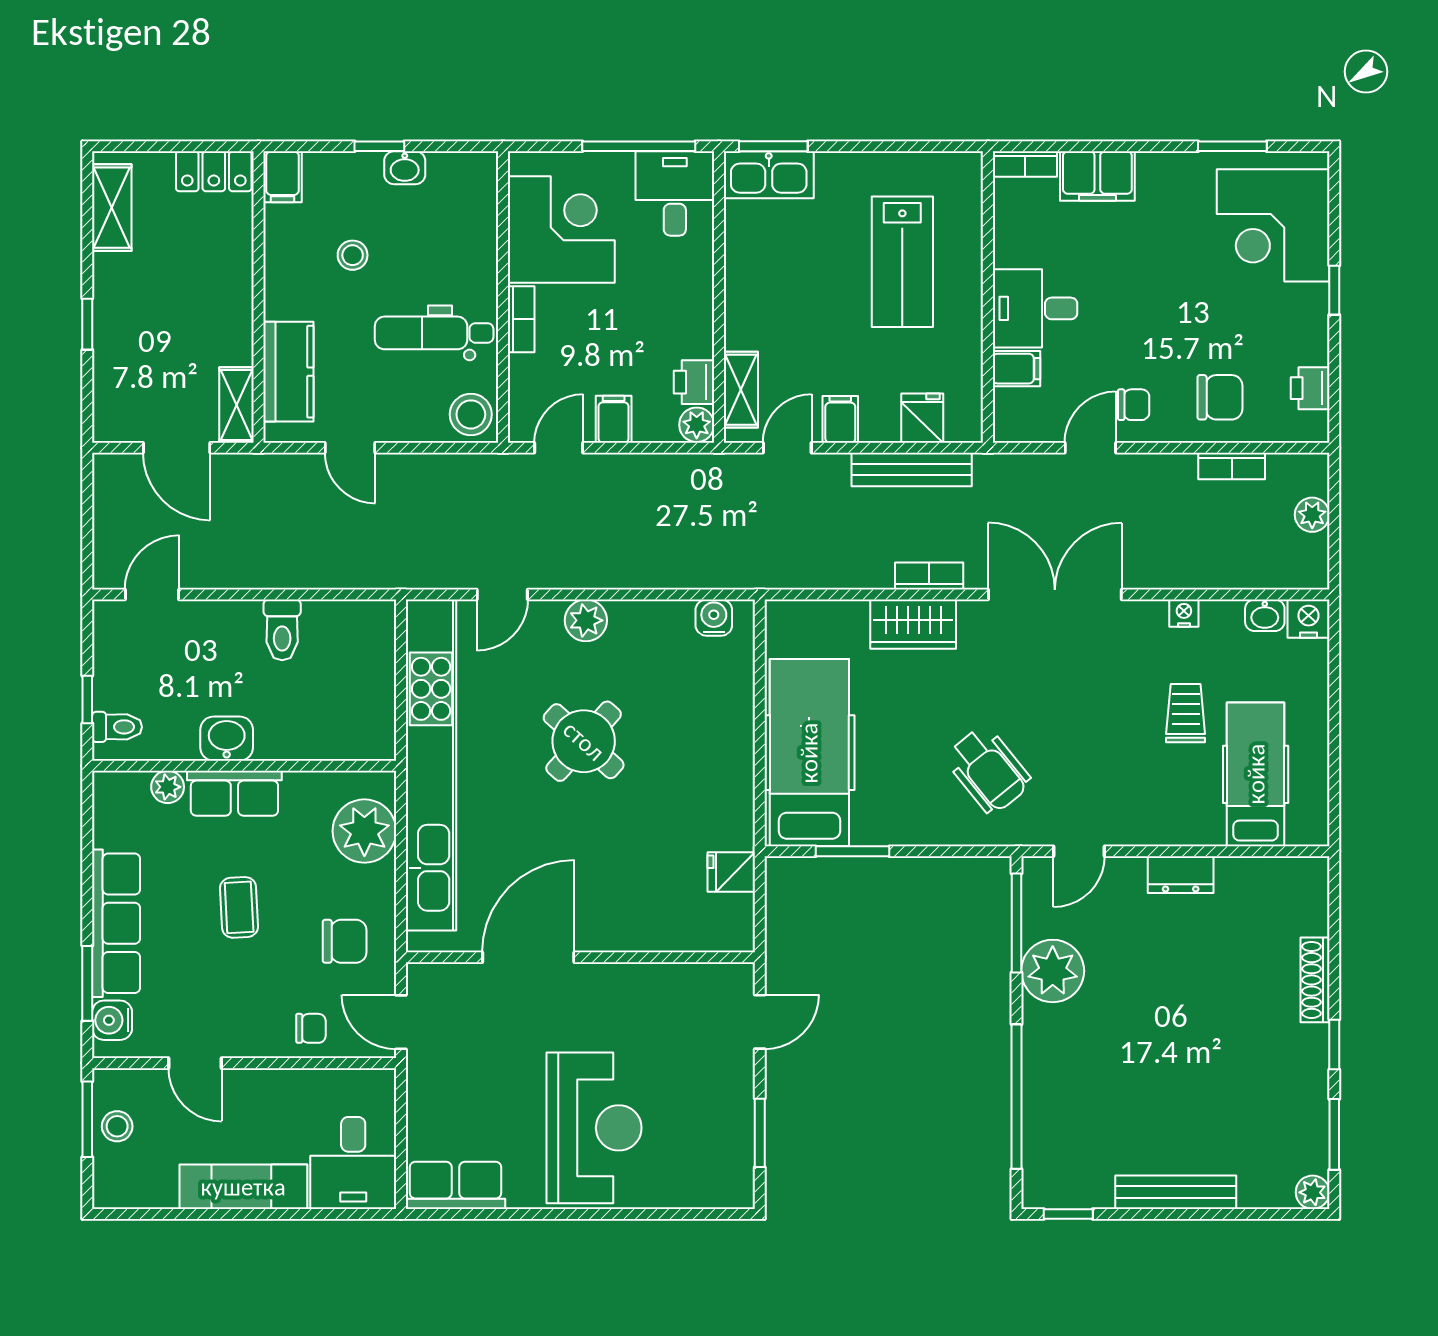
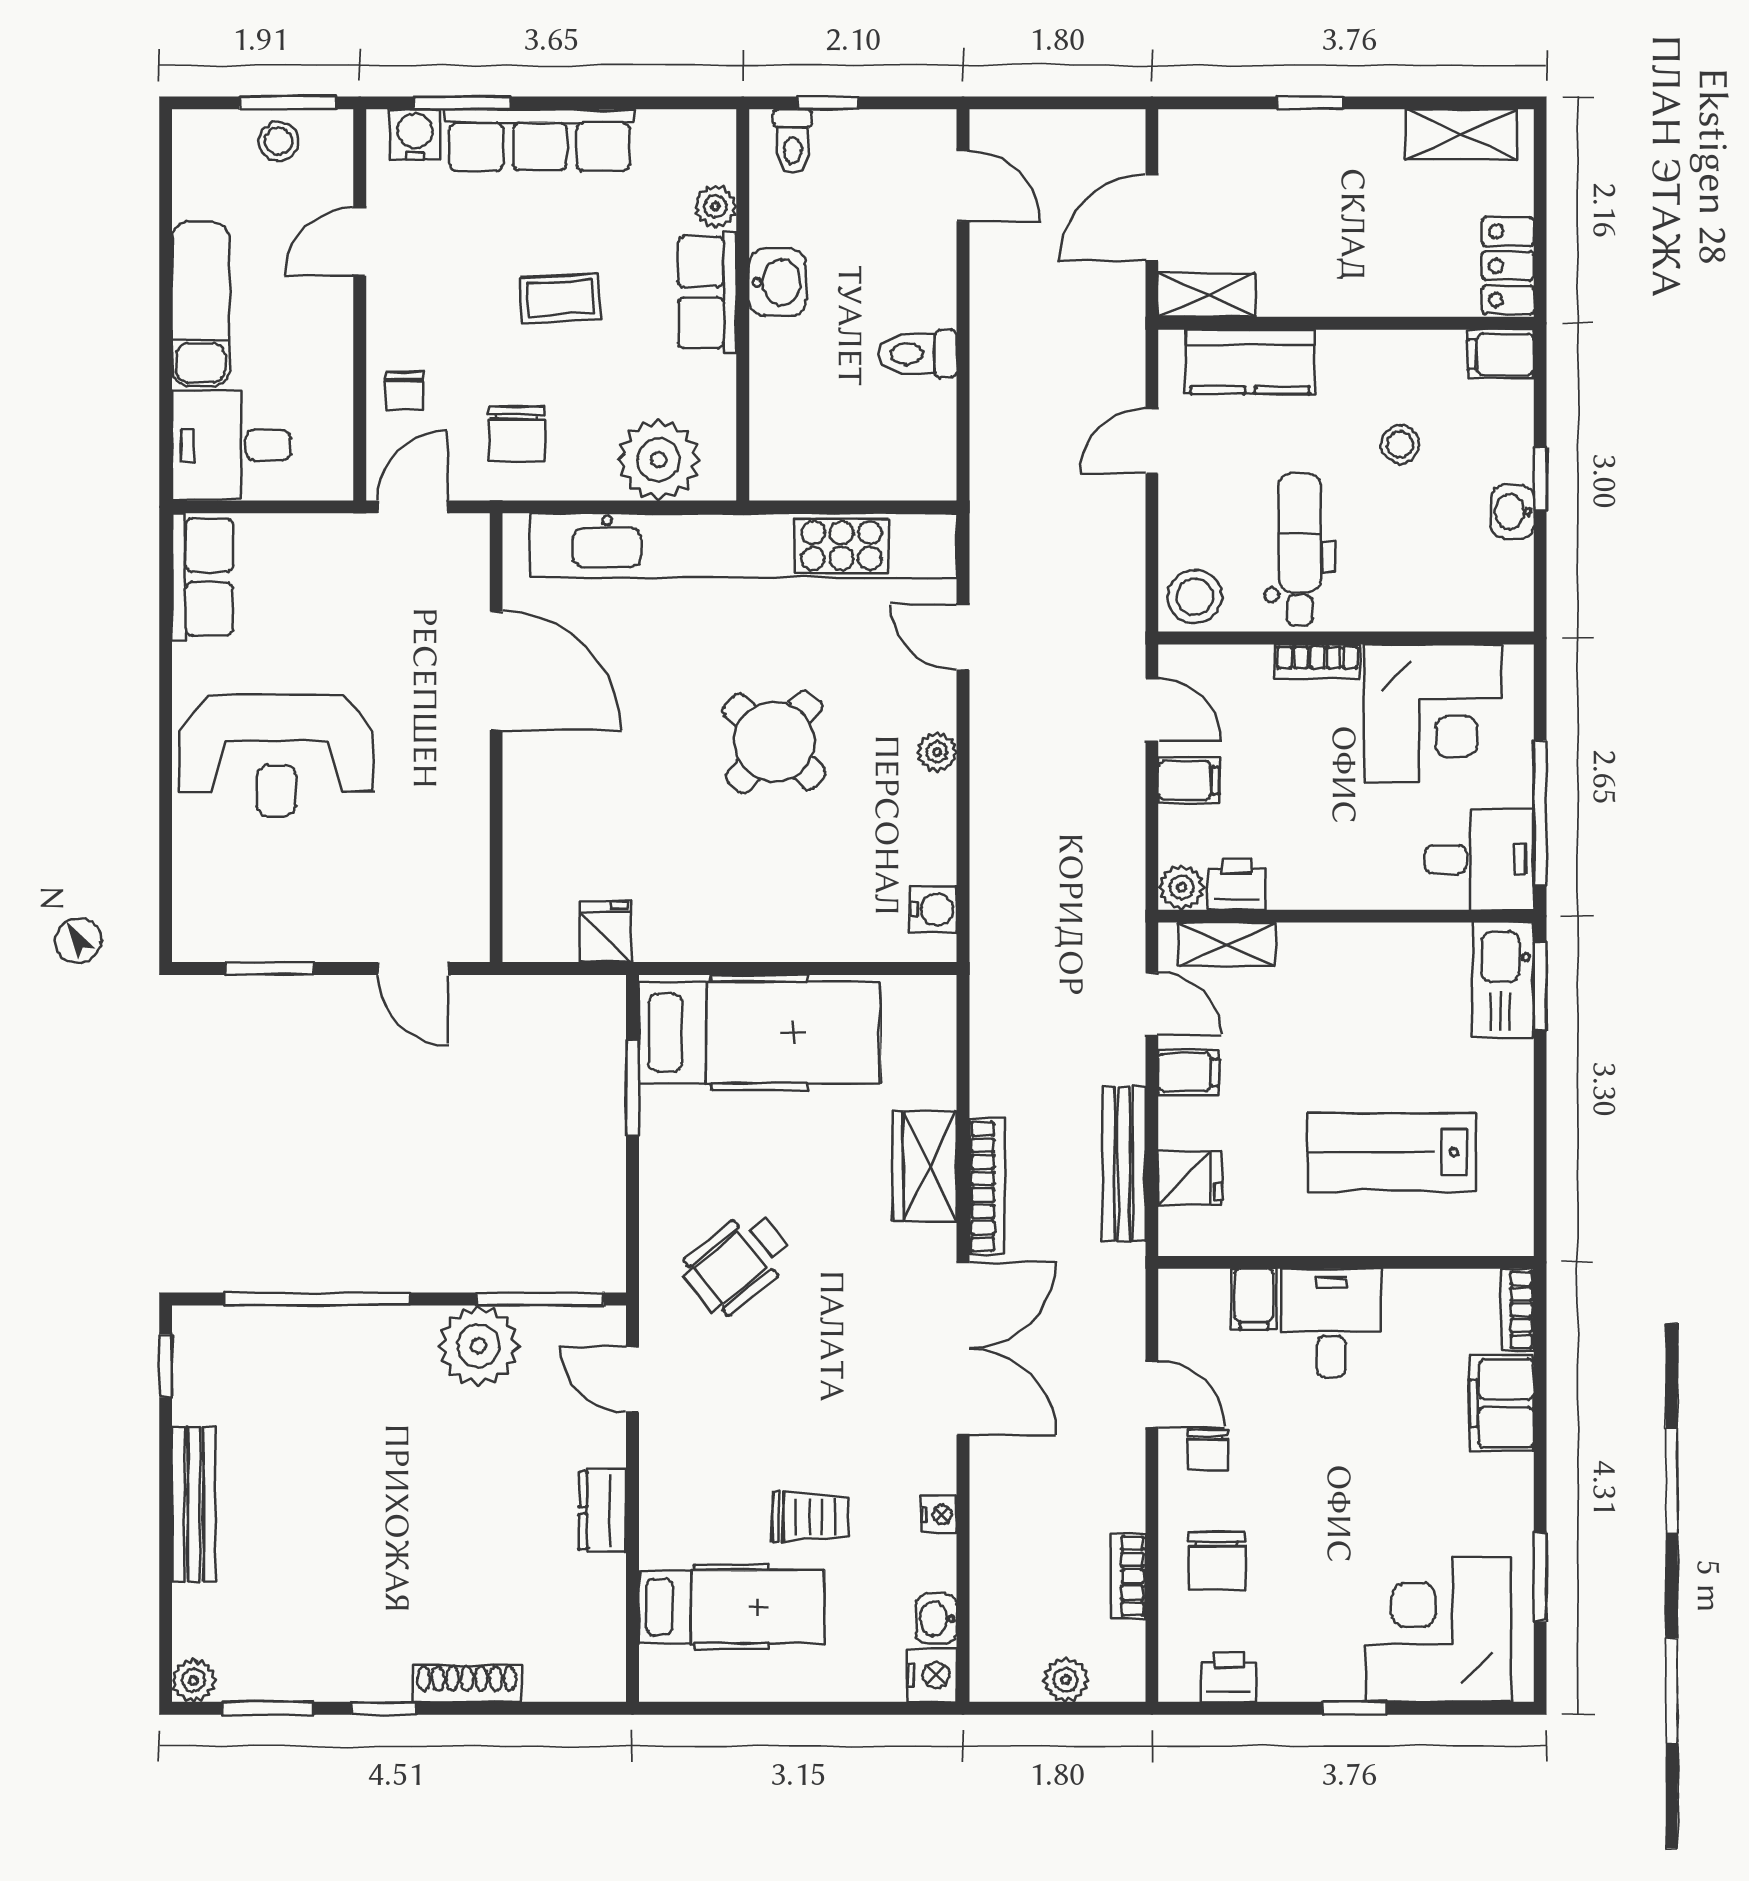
bookcase: (929, 576) -> (987, 1187), width x1.56
plant: (586, 620) -> (937, 752), width x0.73, depth x0.73

